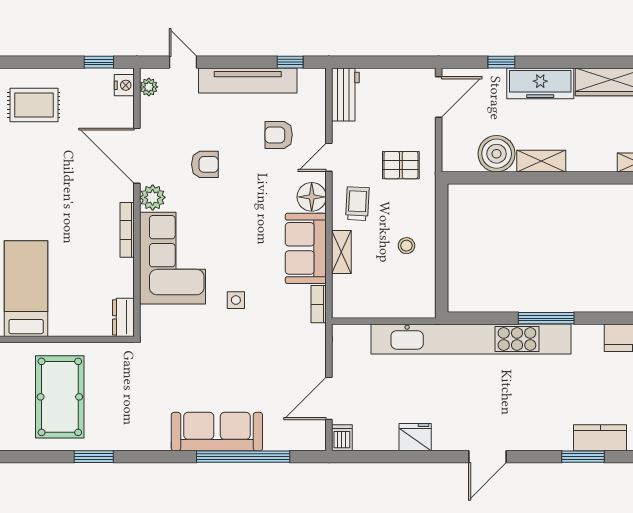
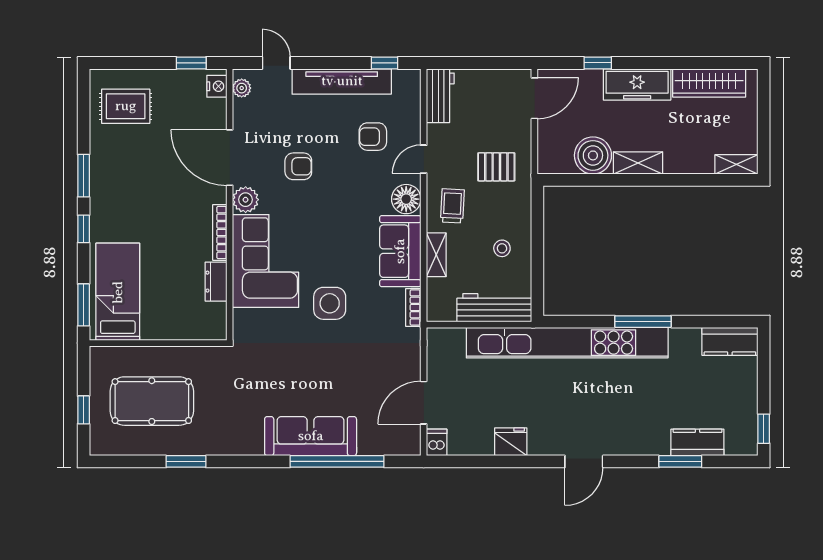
side table: (236, 300) -> (330, 303), width x1.87, depth x1.87
workbench: (399, 304) -> (494, 308), added
dresser: (123, 317) -> (216, 282), moved
pool table: (60, 397) -> (152, 401), turned 90

